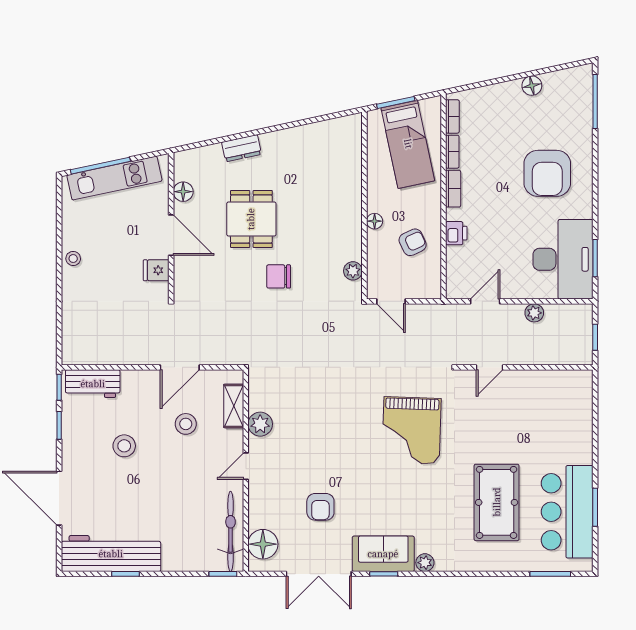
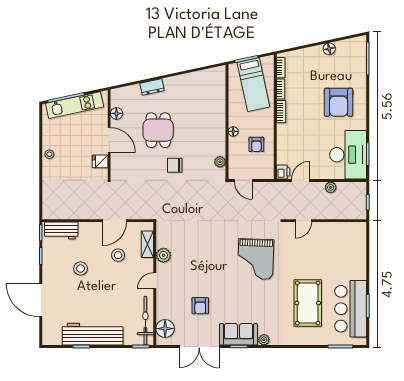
printer: (456, 233) -> (283, 172), moved
armchair: (413, 242) -> (256, 144), turned 115
workbench: (111, 554) -> (93, 334), moved

